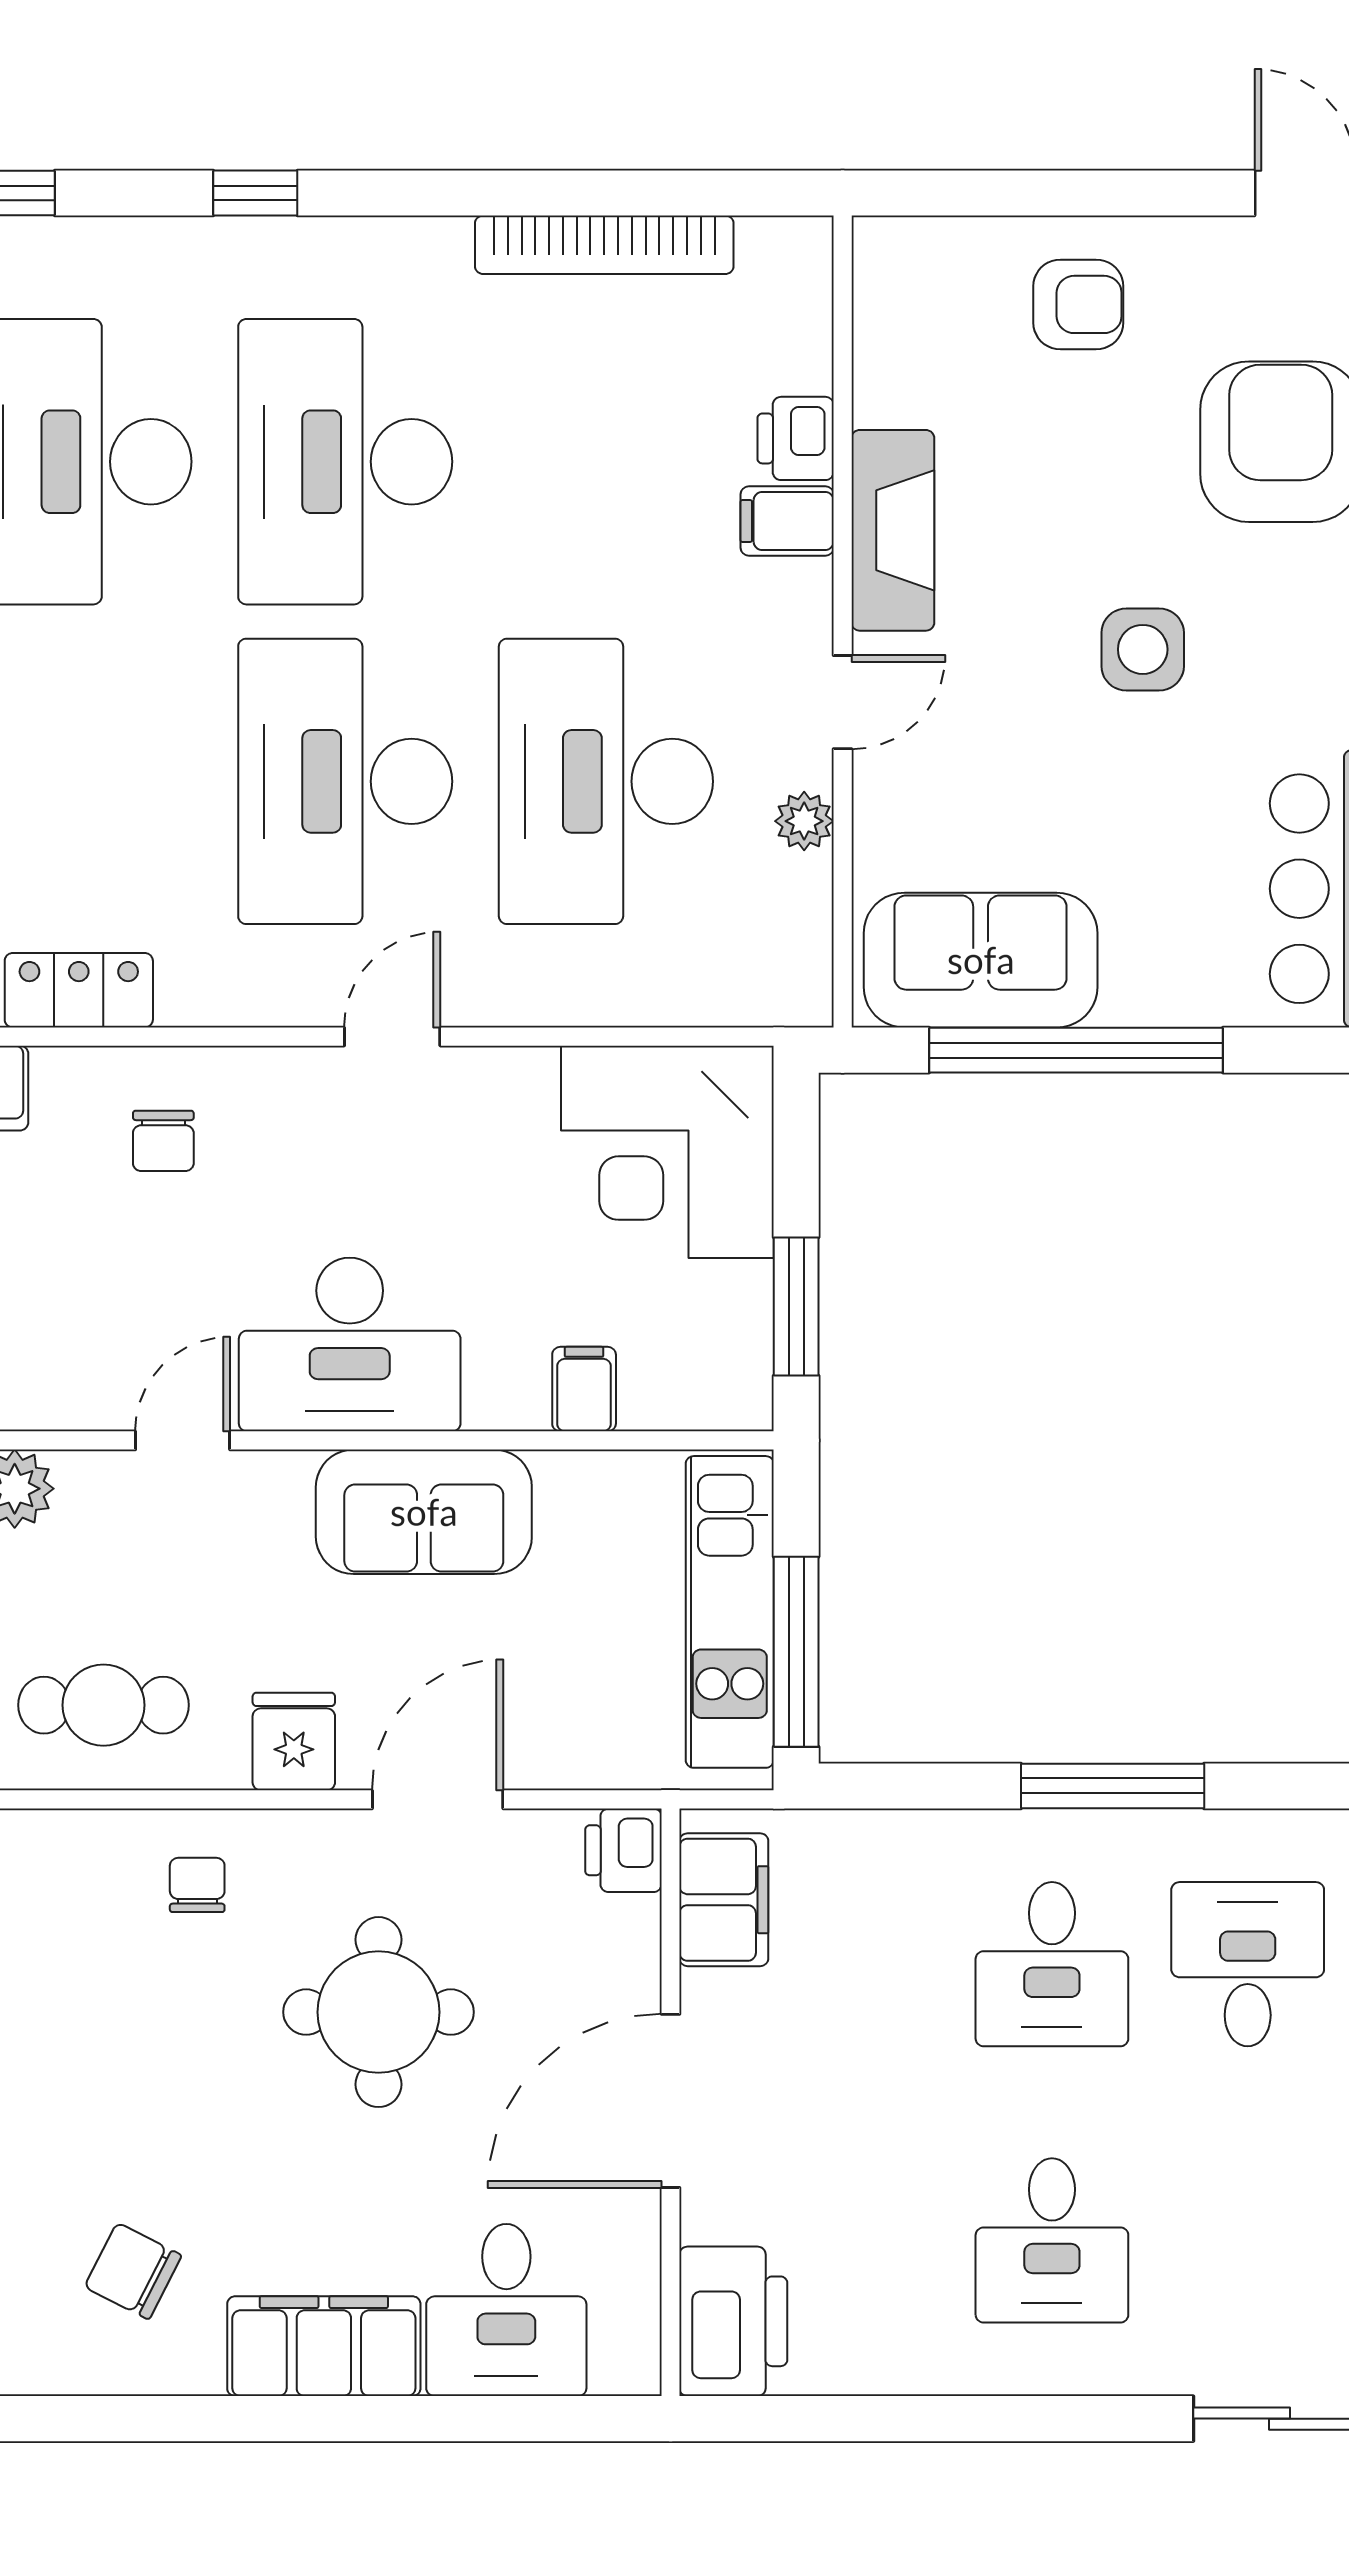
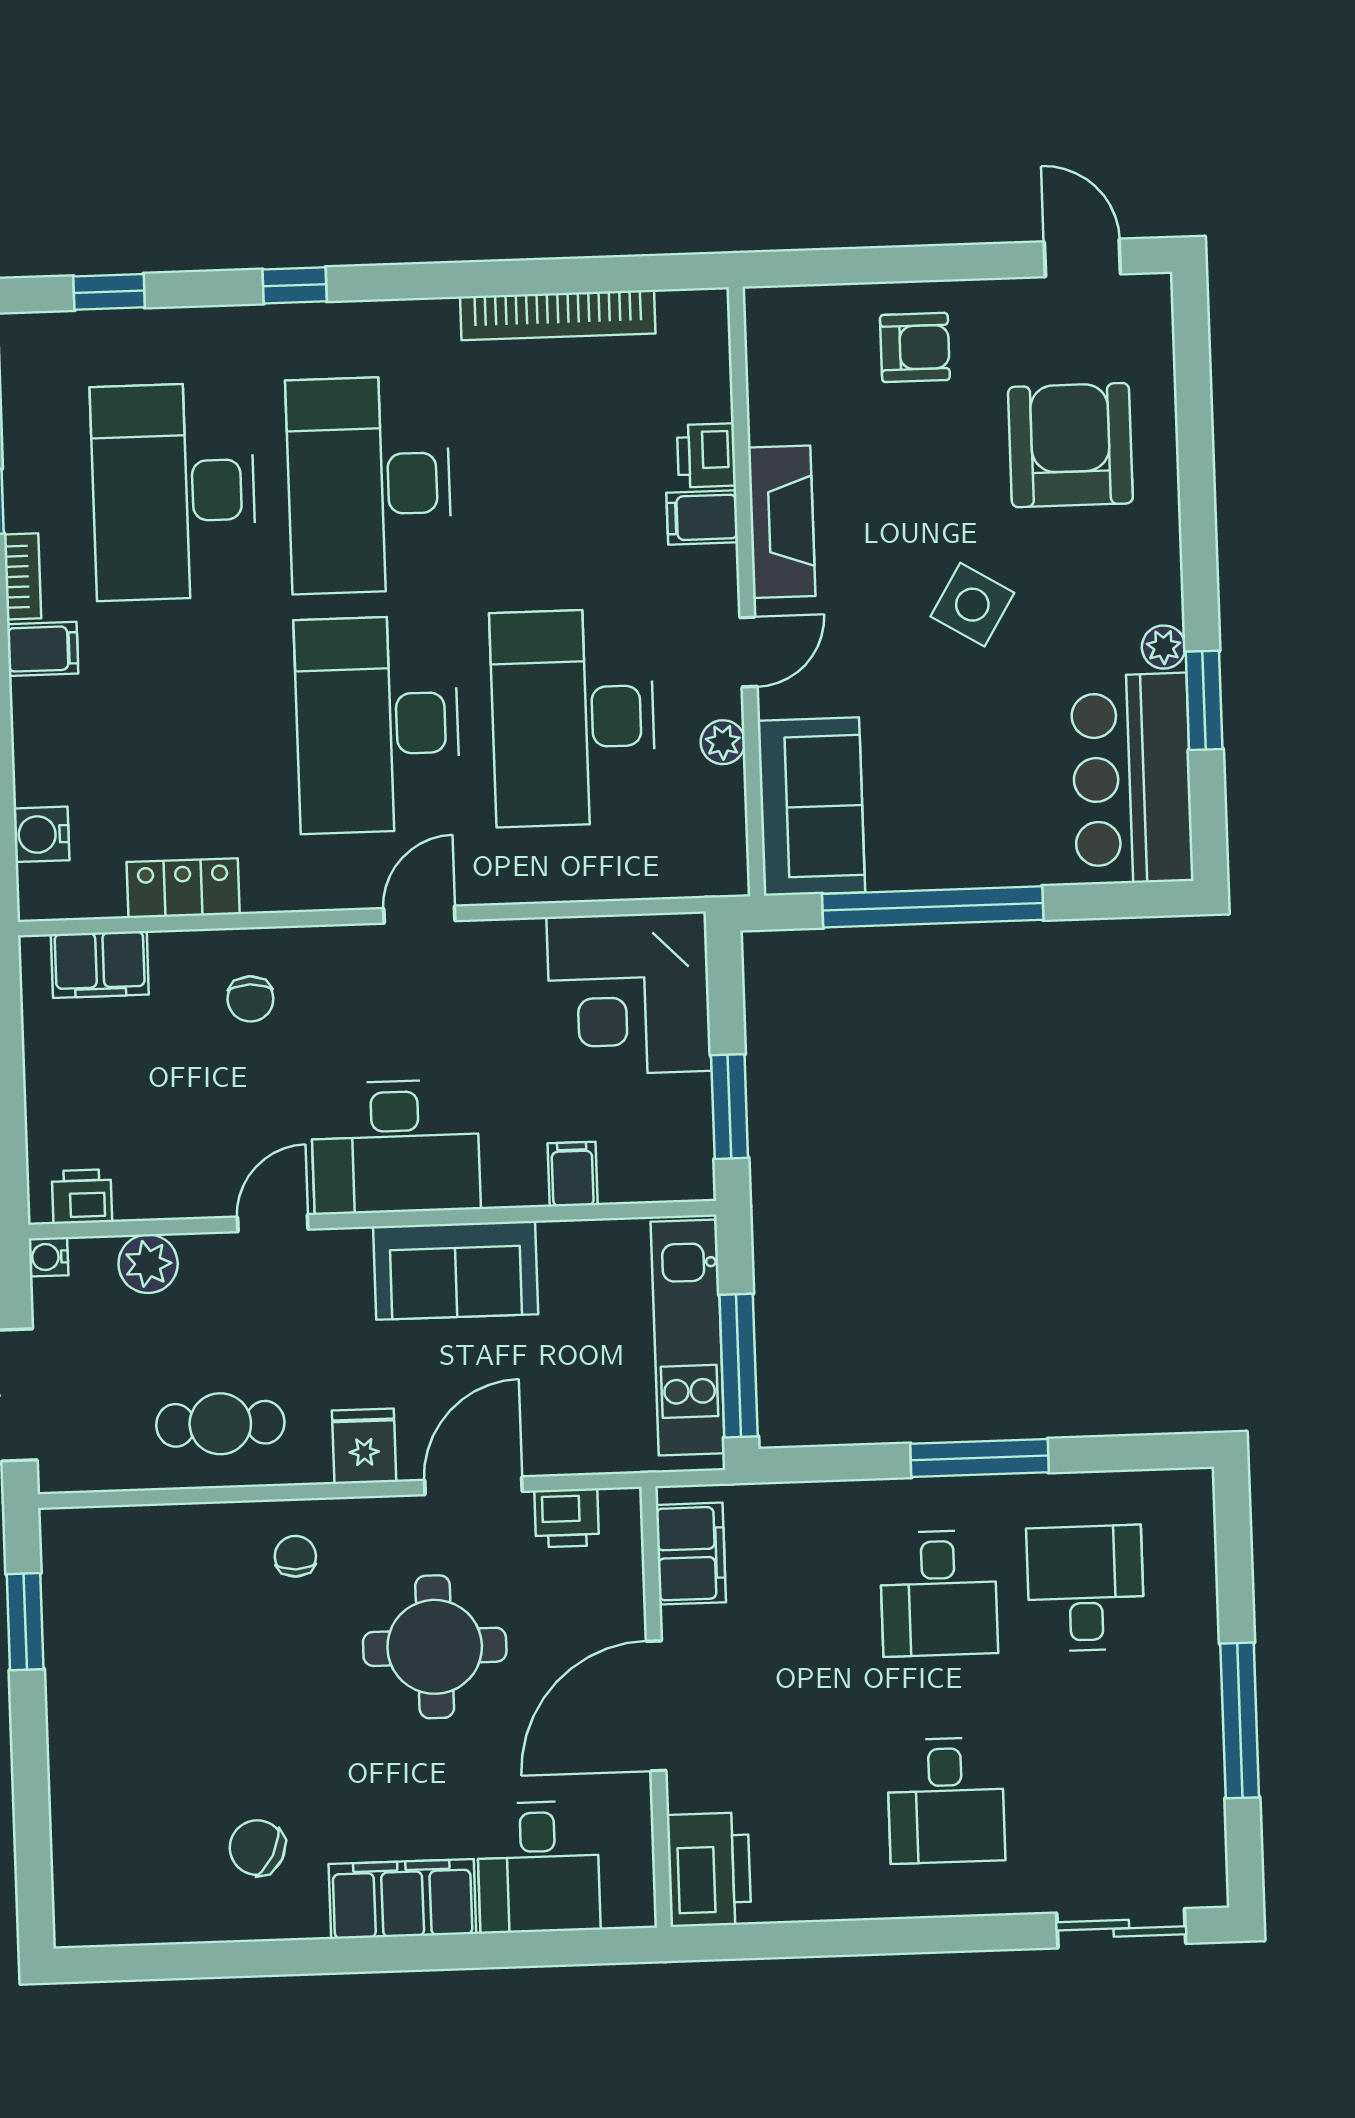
side table: (1143, 649) -> (972, 605), turned 31
sofa: (981, 960) -> (811, 807), moved, turned 90
printer: (623, 1850) -> (567, 1518), moved, turned -90

